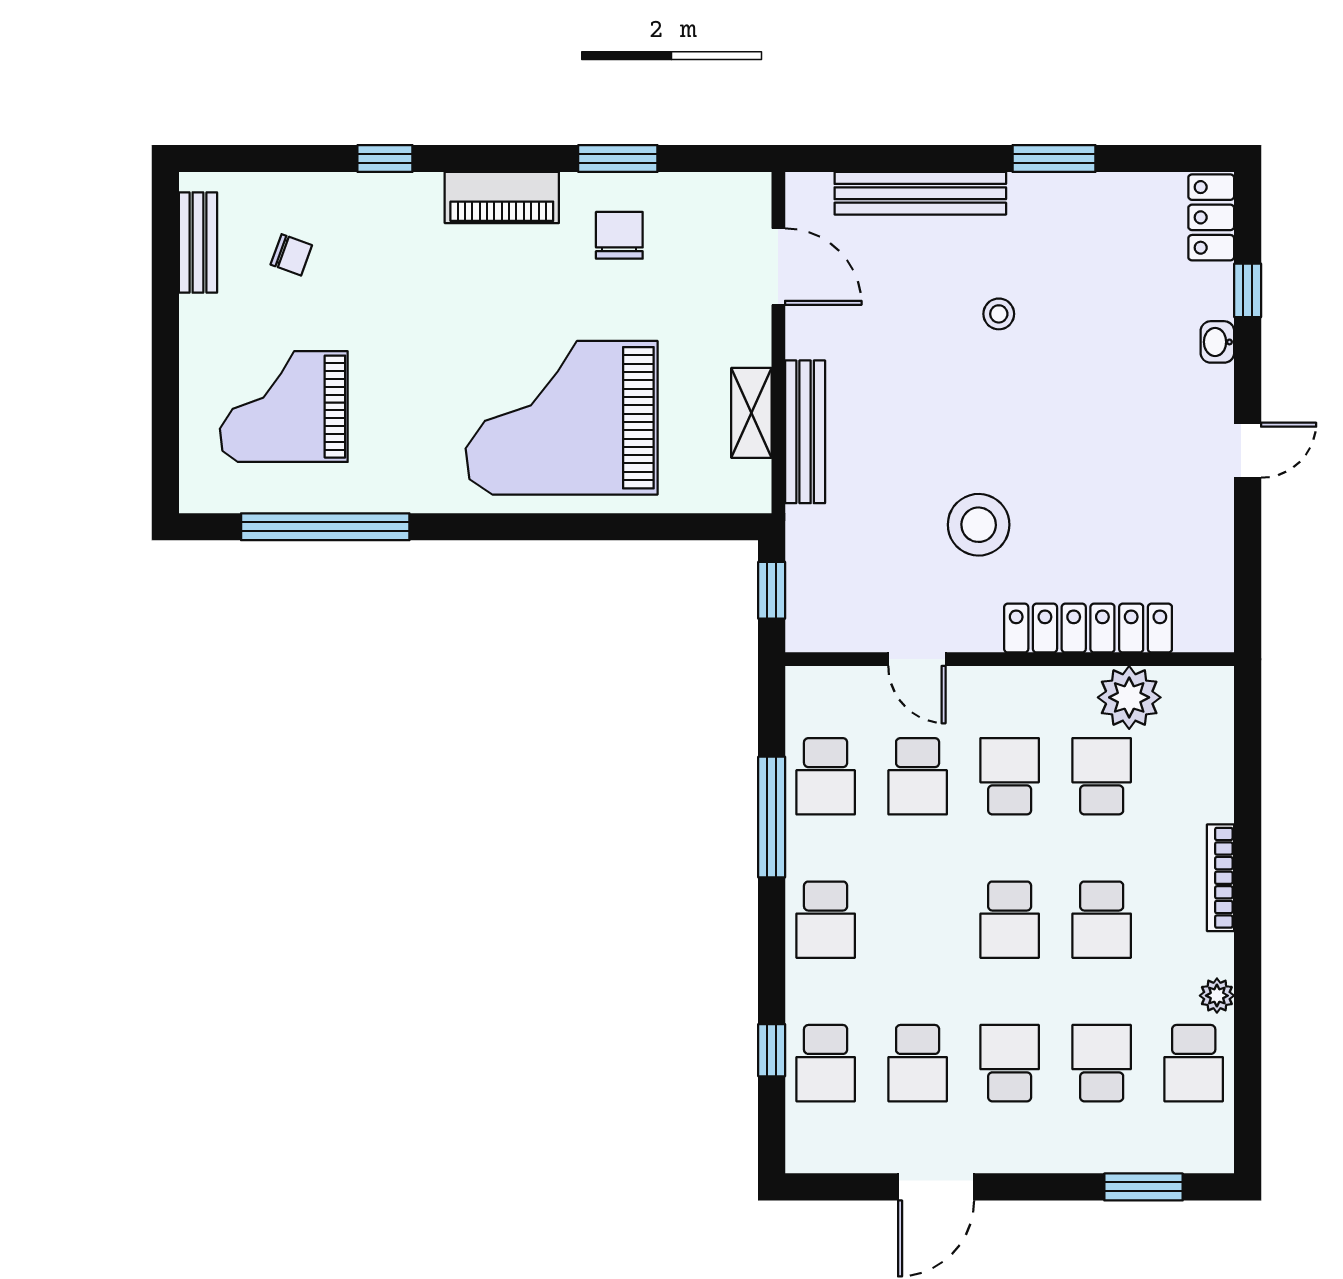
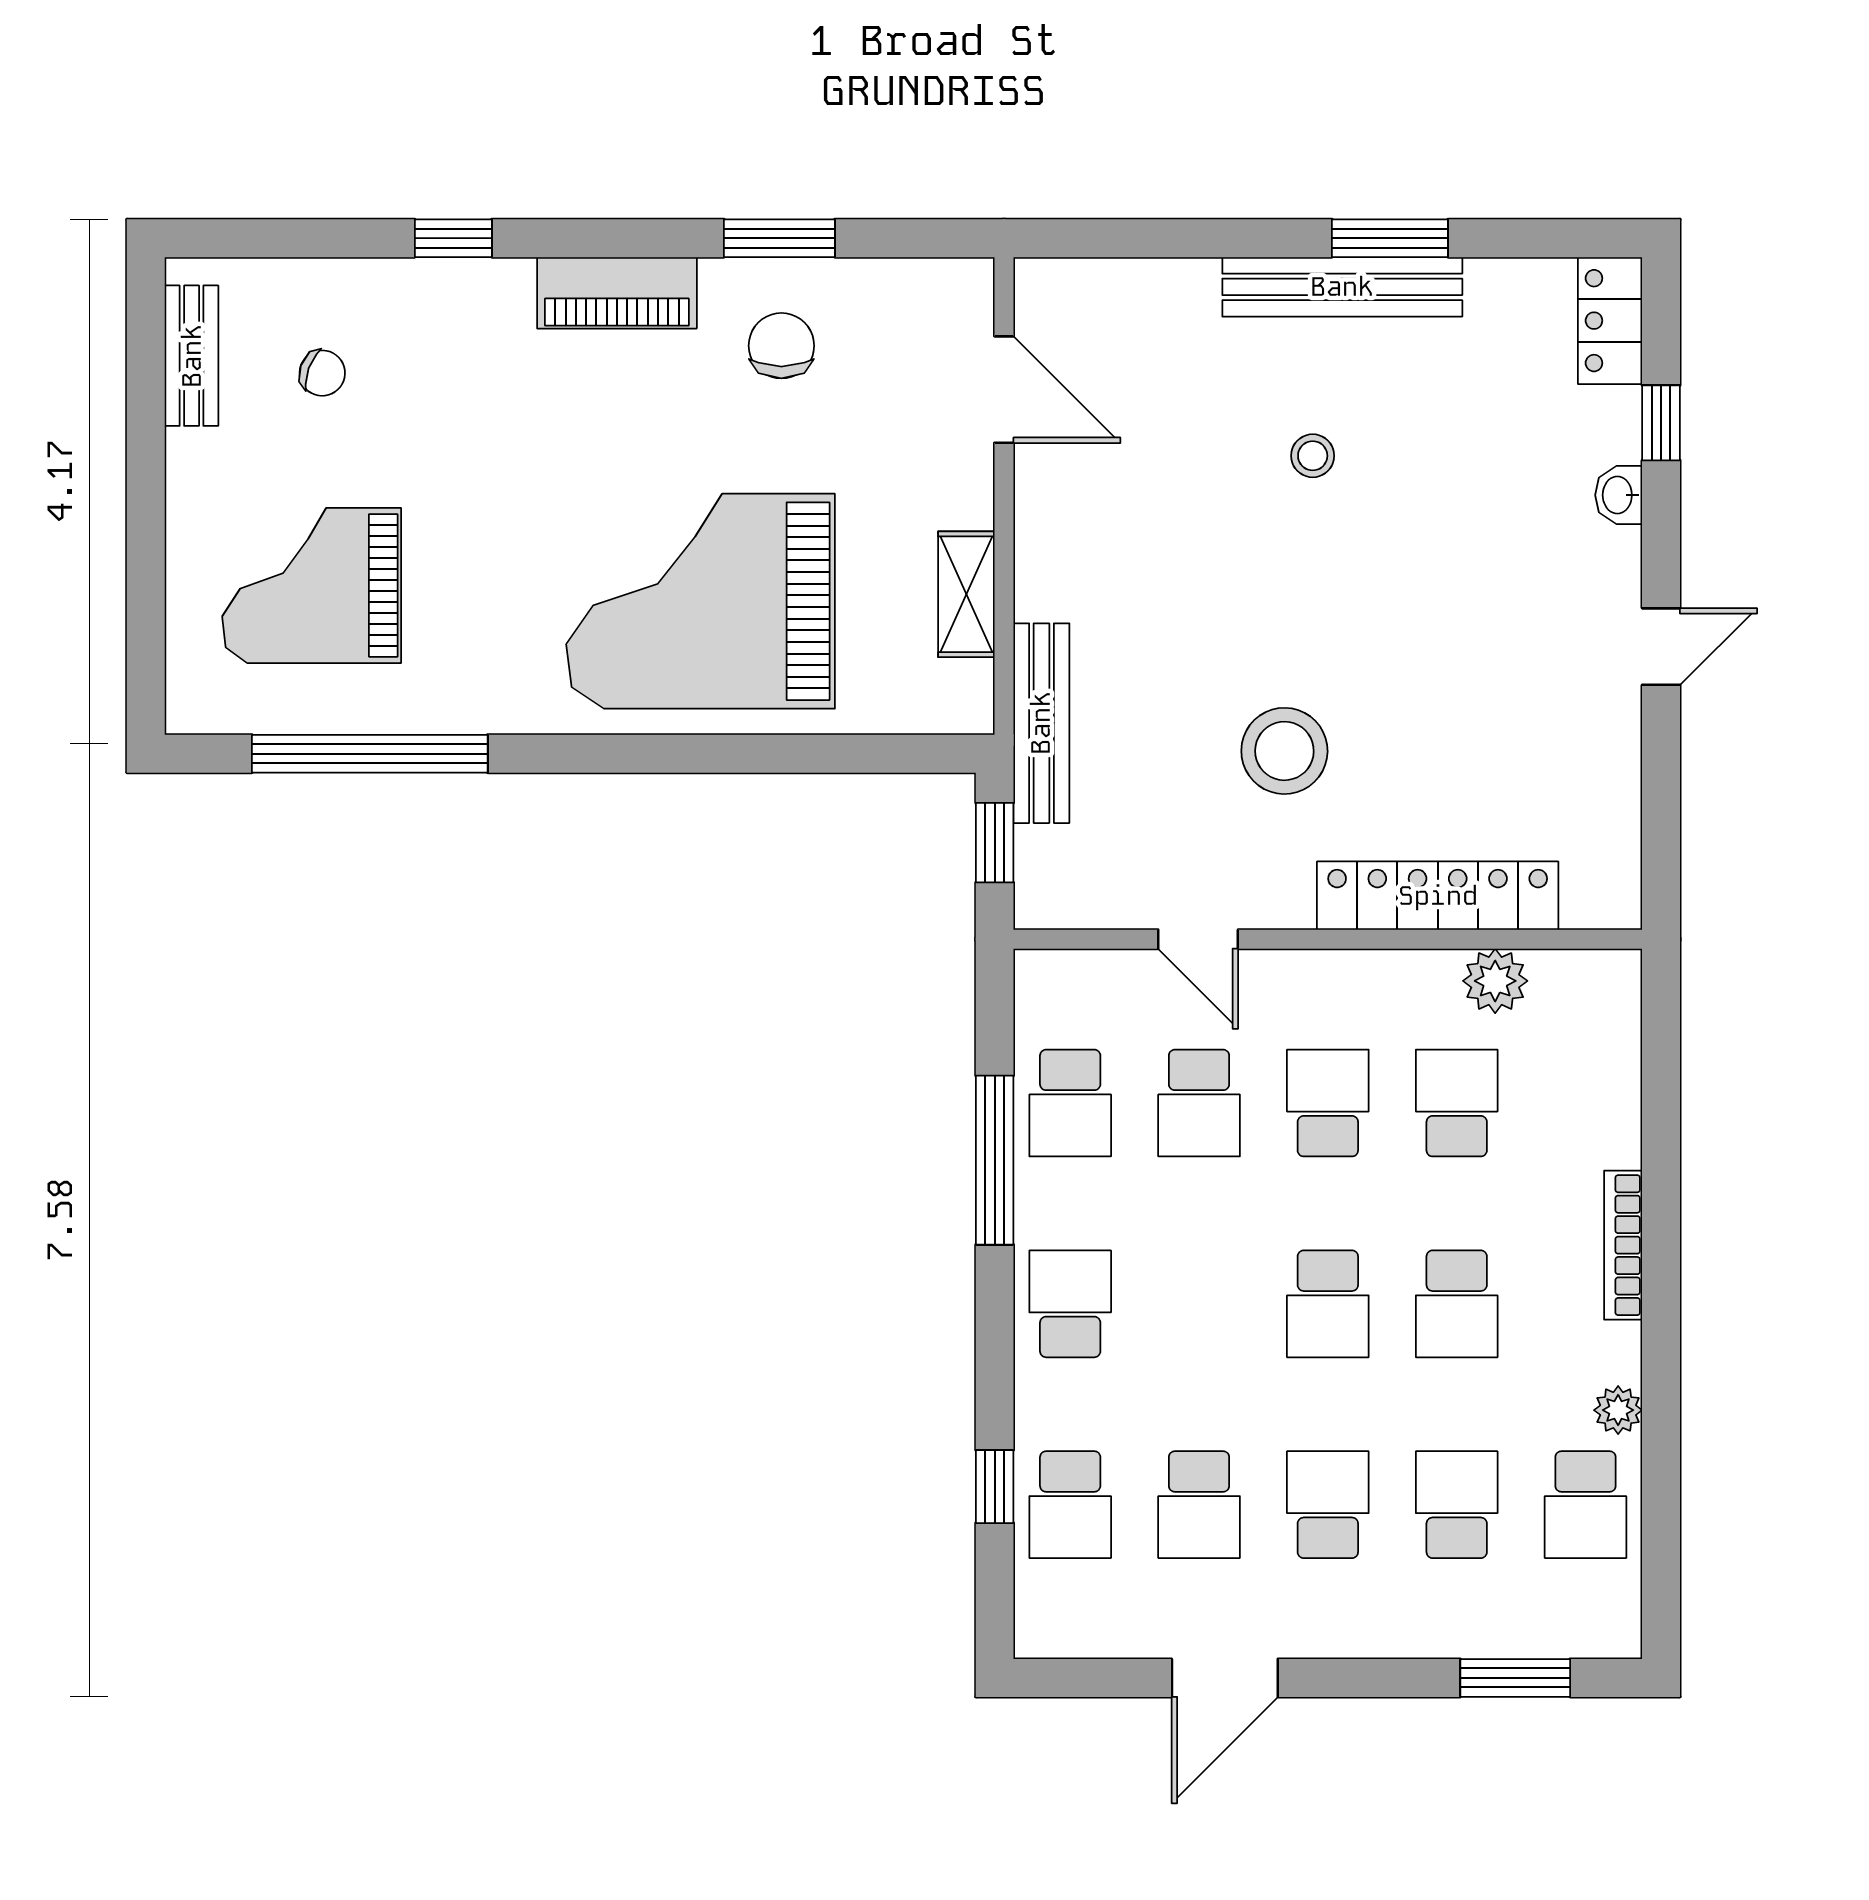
bench: (920, 193) -> (1342, 287), moved
bench: (805, 432) -> (1041, 723), moved
plant: (1129, 697) -> (1495, 981), width x0.73, depth x0.73
school desk: (826, 920) -> (1070, 1304), turned 180

